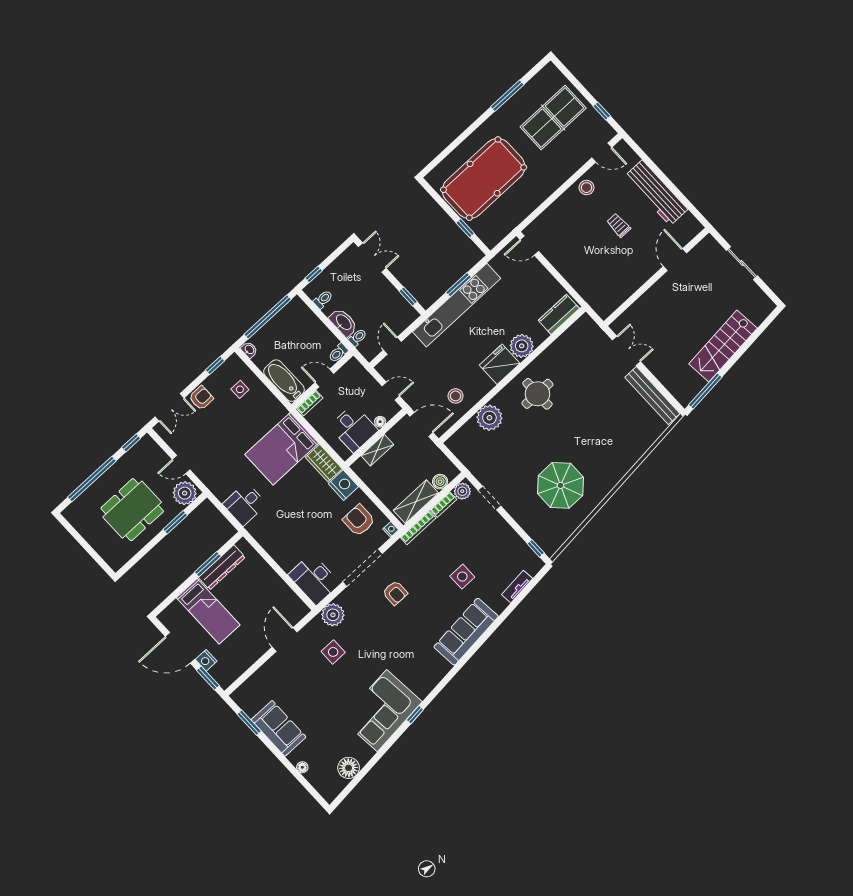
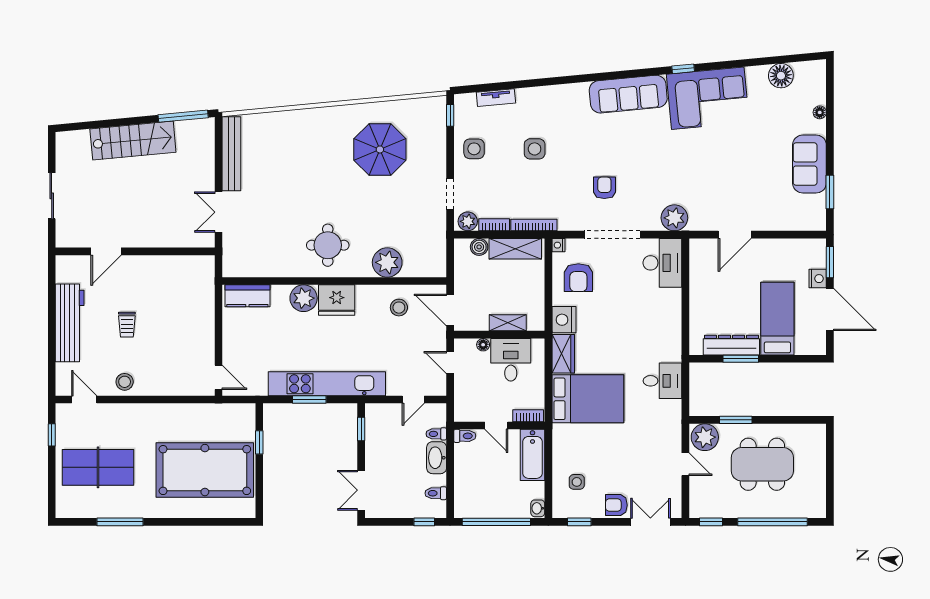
sofa: (466, 632) -> (628, 94), moved
side table: (333, 652) -> (474, 149), moved

